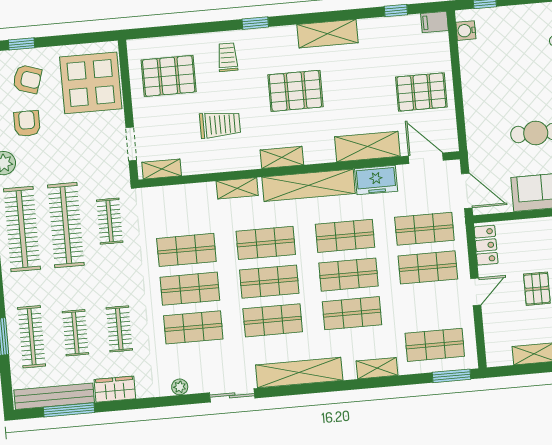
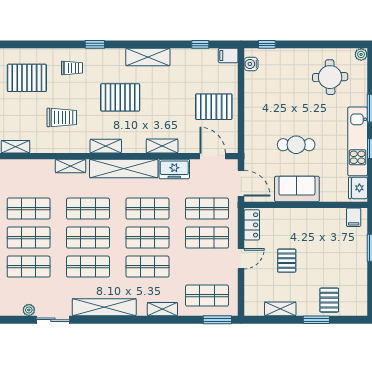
trolley: (228, 57) -> (72, 68), turned 90
shelving: (367, 147) -> (162, 146), width x0.67, depth x0.75
plant: (180, 387) -> (29, 310), moved

